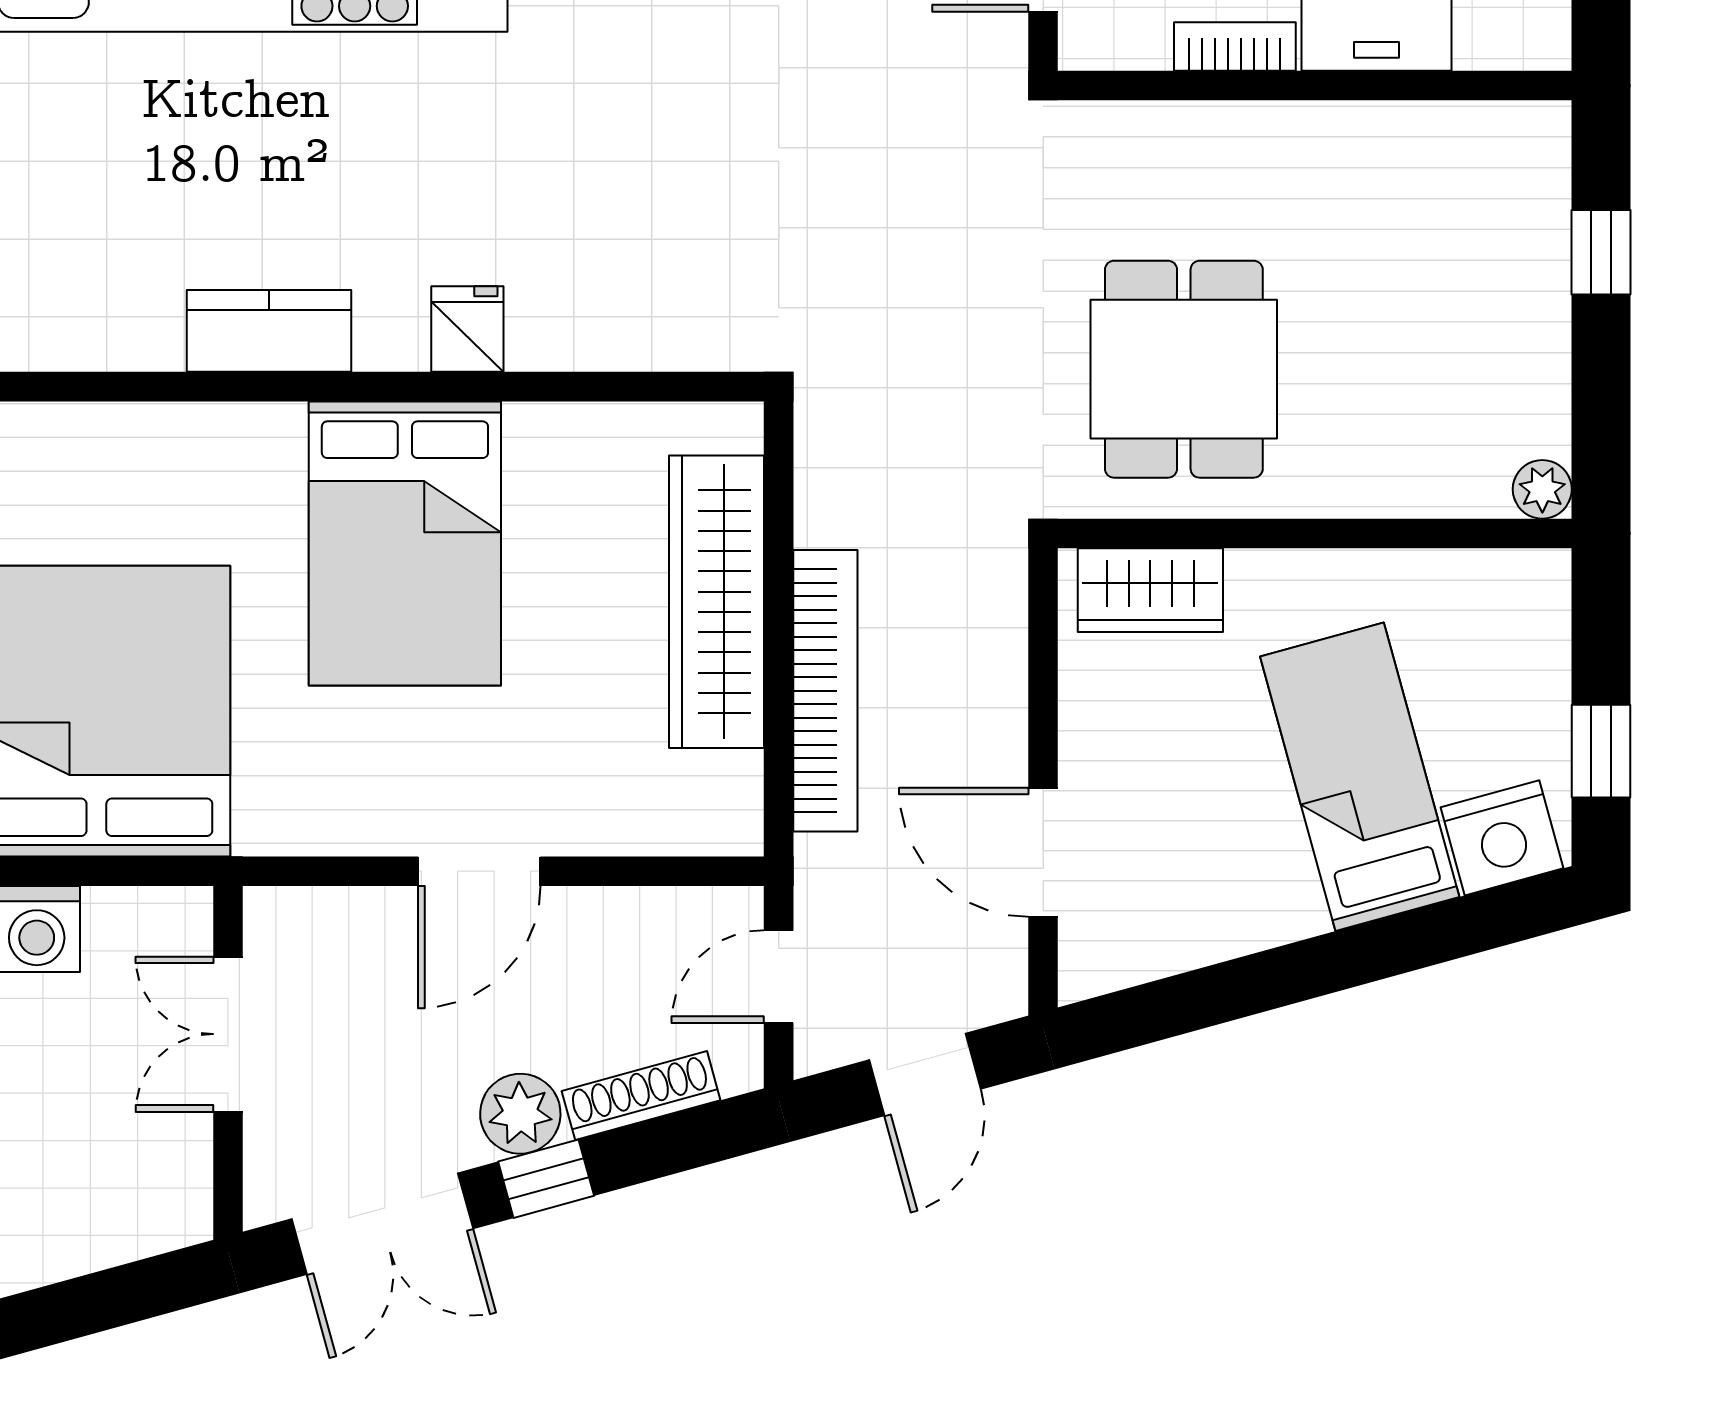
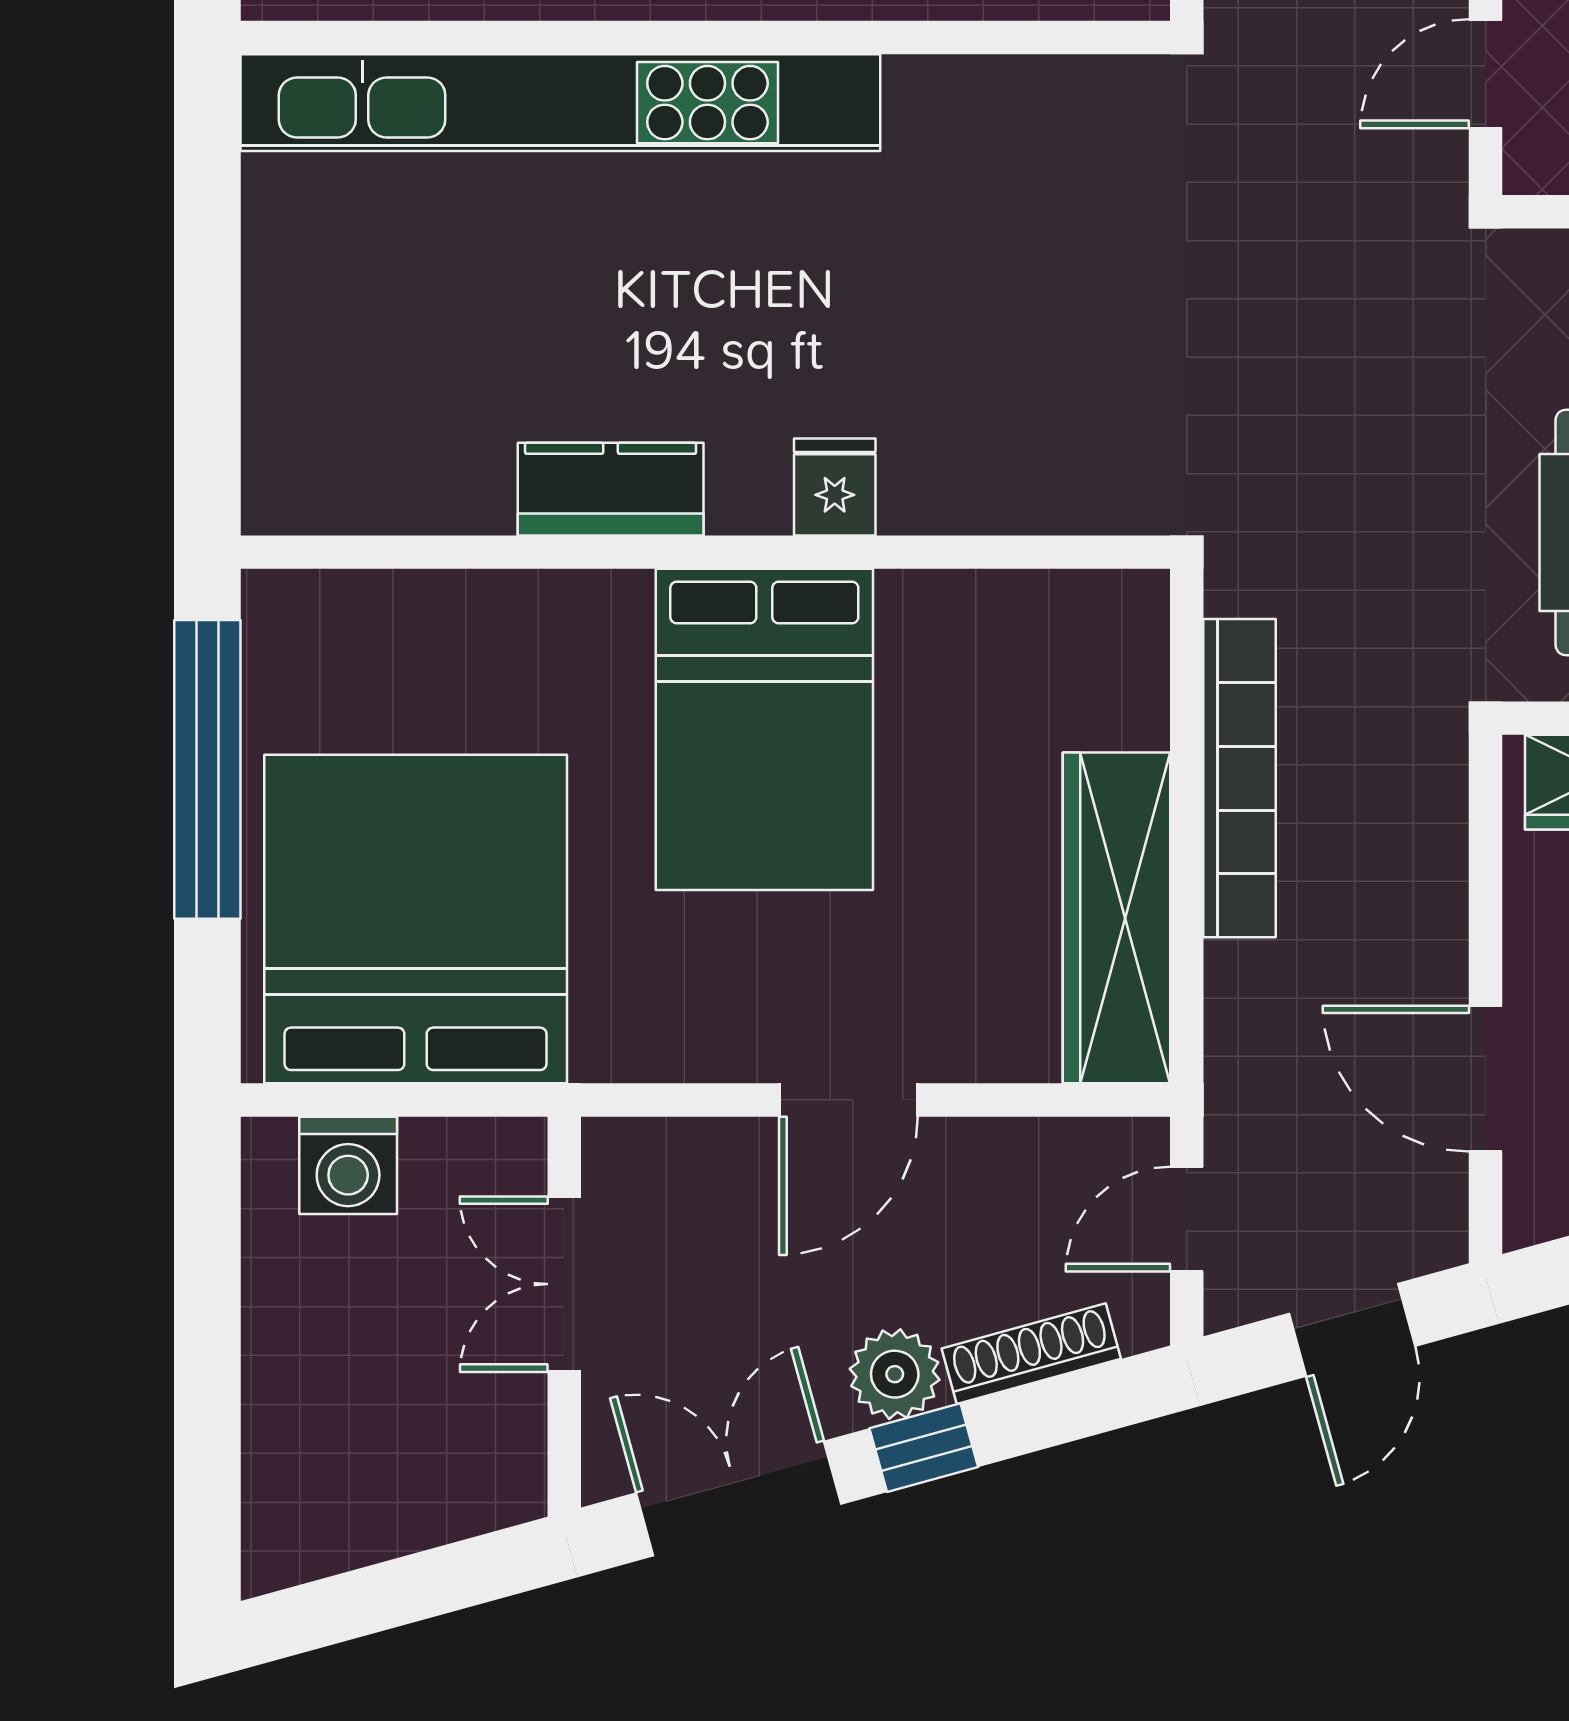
wardrobe: (717, 602) -> (1117, 918), moved
bookcase: (825, 691) -> (1240, 778), moved
double door: (382, 1224) -> (739, 1499), swing flipped

